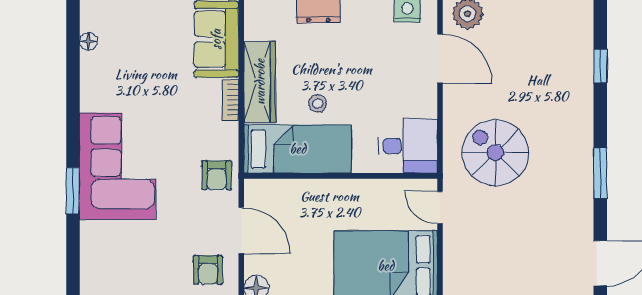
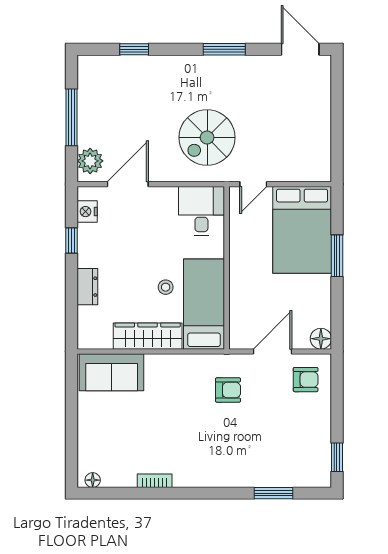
floor lamp: (88, 41) -> (93, 480), moved
bookcase: (230, 100) -> (155, 481), moved, turned 180
corner sofa: (118, 166) -> (219, 456), removed
armchair: (217, 175) -> (228, 390), moved
window: (73, 191) -> (274, 493), moved

